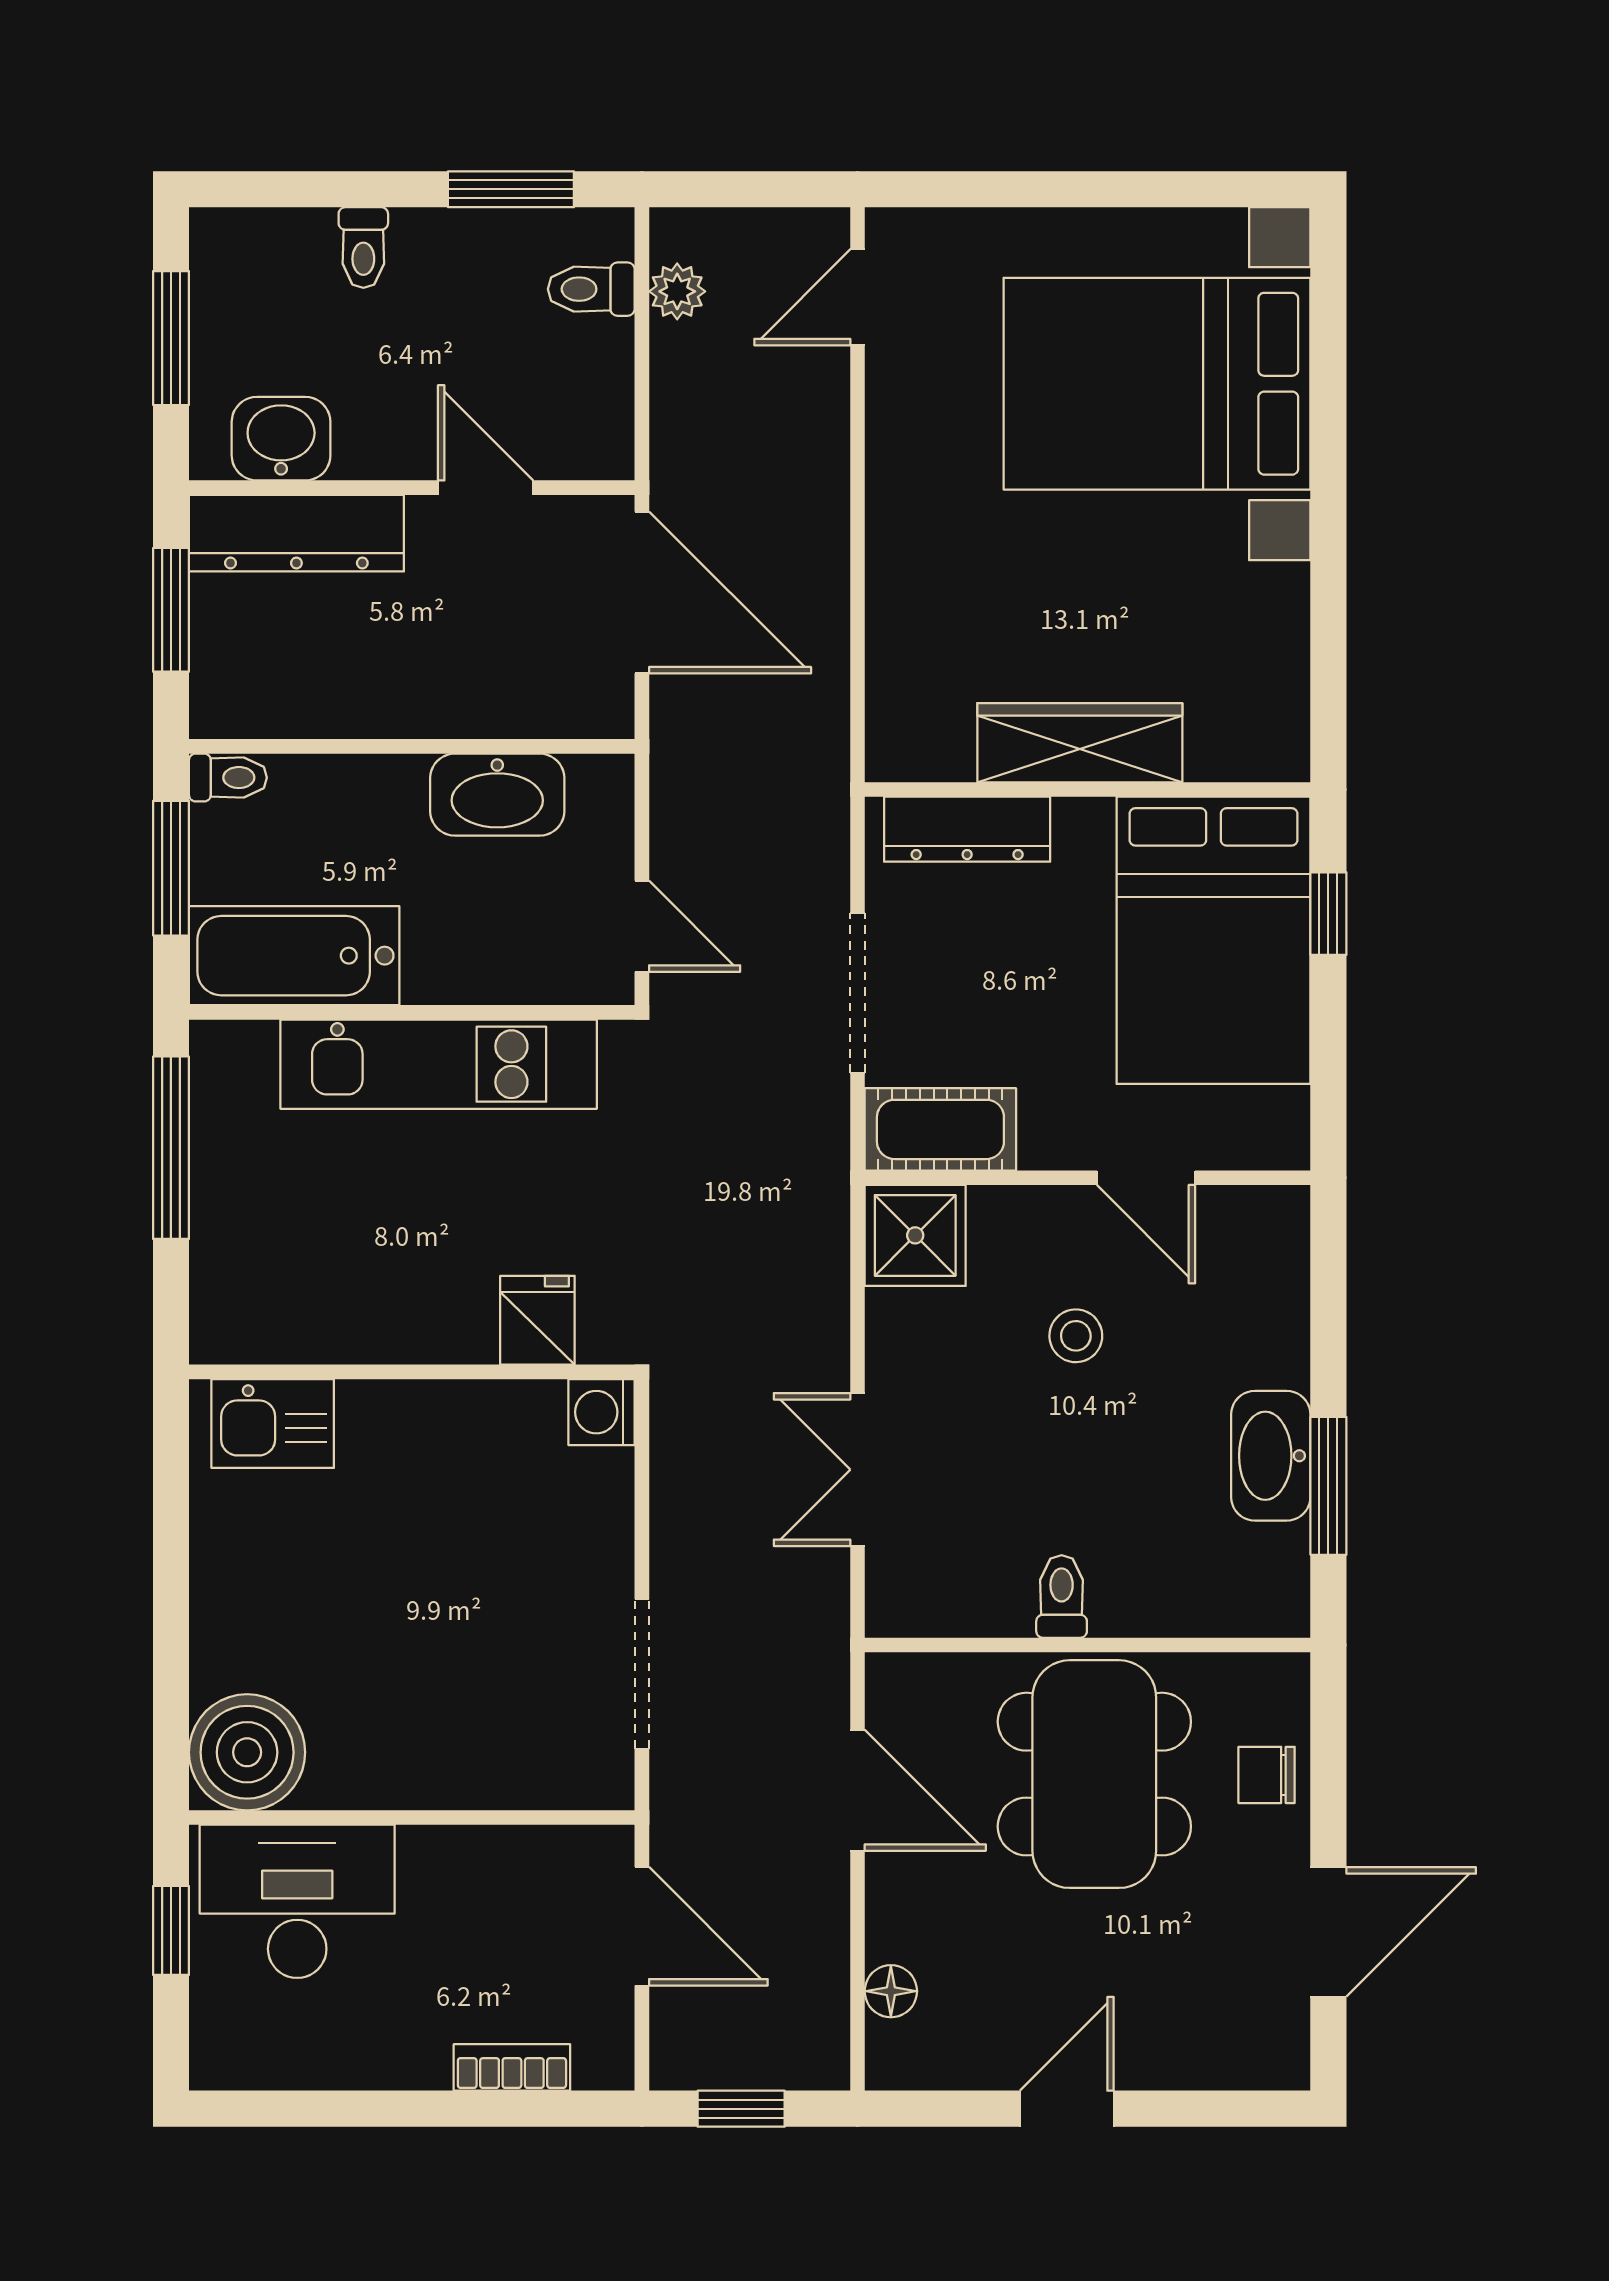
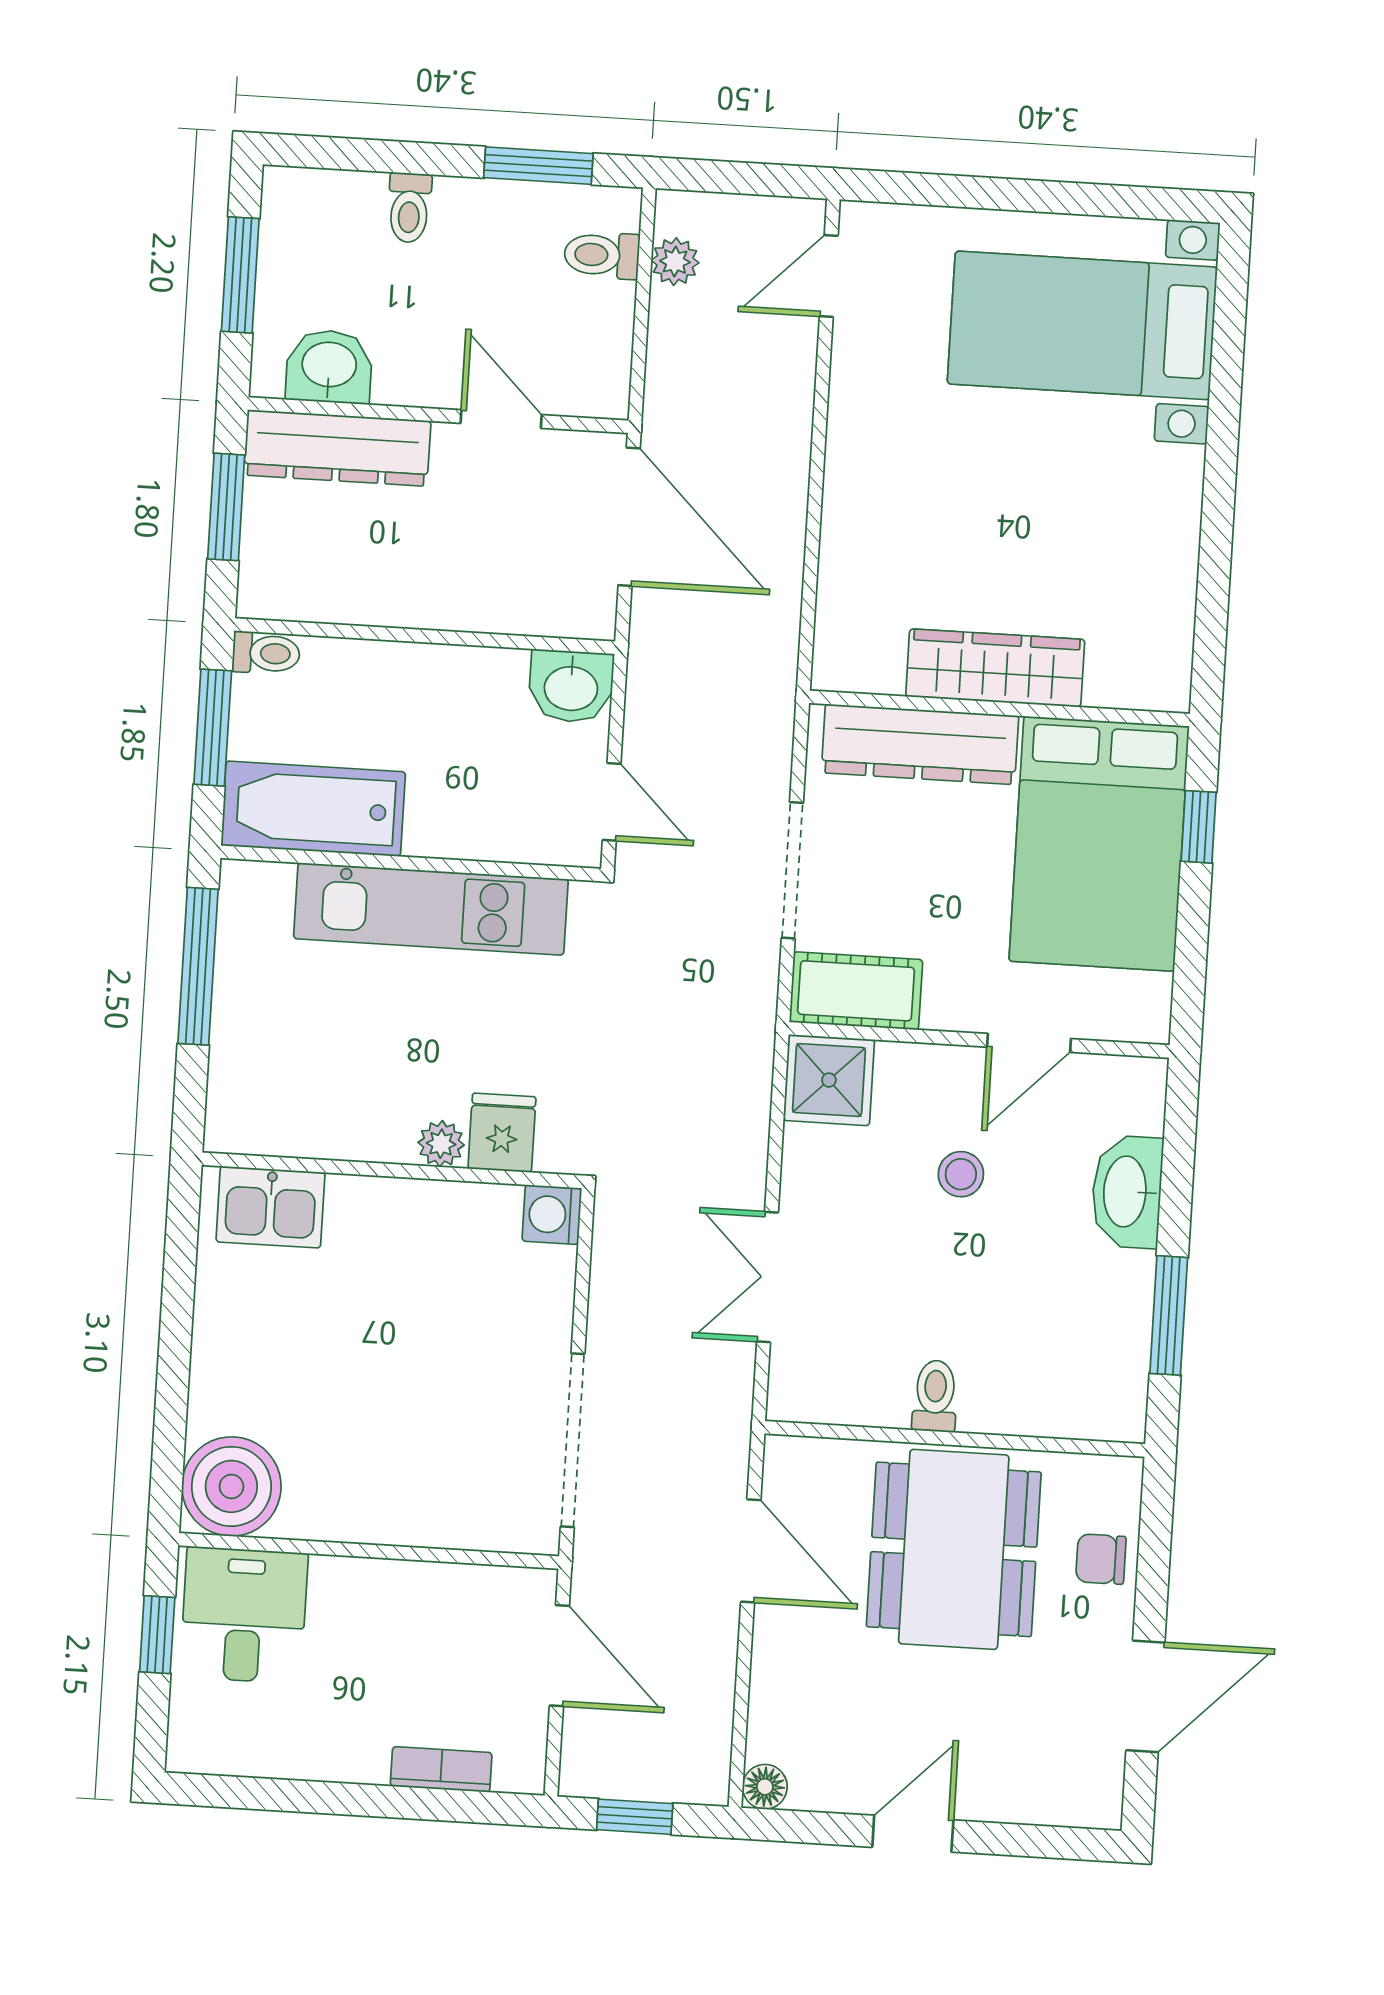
bed with nightstands: (1157, 384) -> (1082, 325), width x0.73
washbasin: (497, 795) -> (571, 686), moved, width x0.72
dresser: (967, 829) -> (920, 744), width x1.37, depth x1.24
door: (1146, 1178) -> (1029, 1043), hinge flipped
plant: (467, 1337) -> (441, 1144), added
washbasin: (1271, 1456) -> (1127, 1192), moved
doorway: (642, 1674) -> (573, 1440), width x1.36
desk: (297, 1901) -> (244, 1615), width x0.73
floor lamp: (891, 1991) -> (765, 1787), moved

